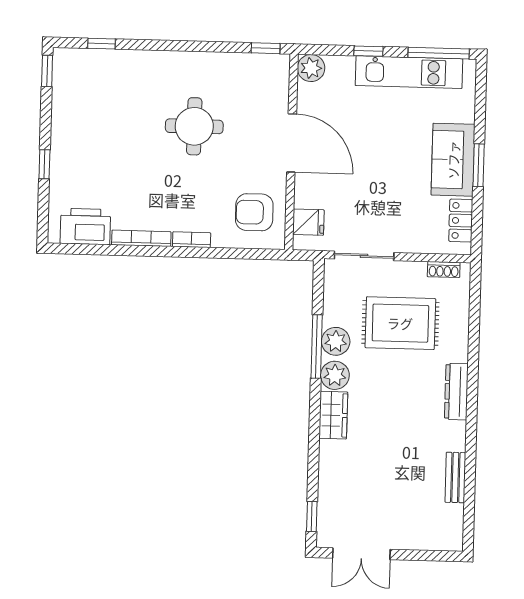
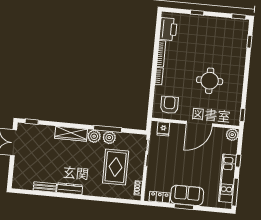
dresser: (456, 392) -> (70, 189), moved
wardrobe: (333, 415) -> (71, 134), width x1.50

